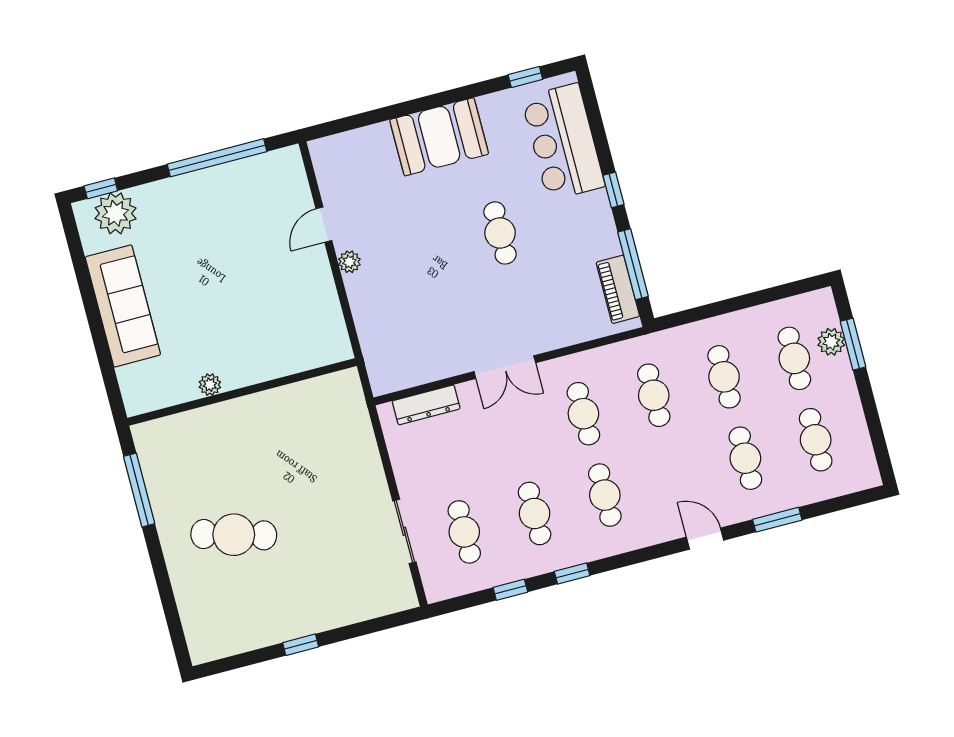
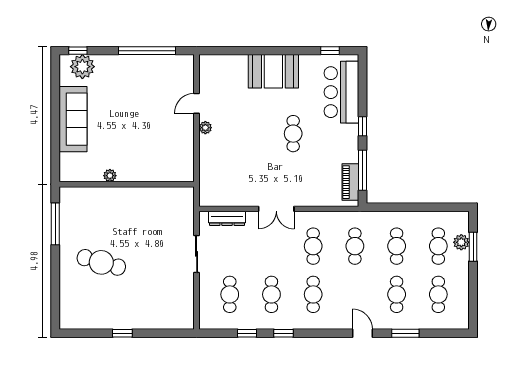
sliding door: (404, 531) -> (197, 254), moved

